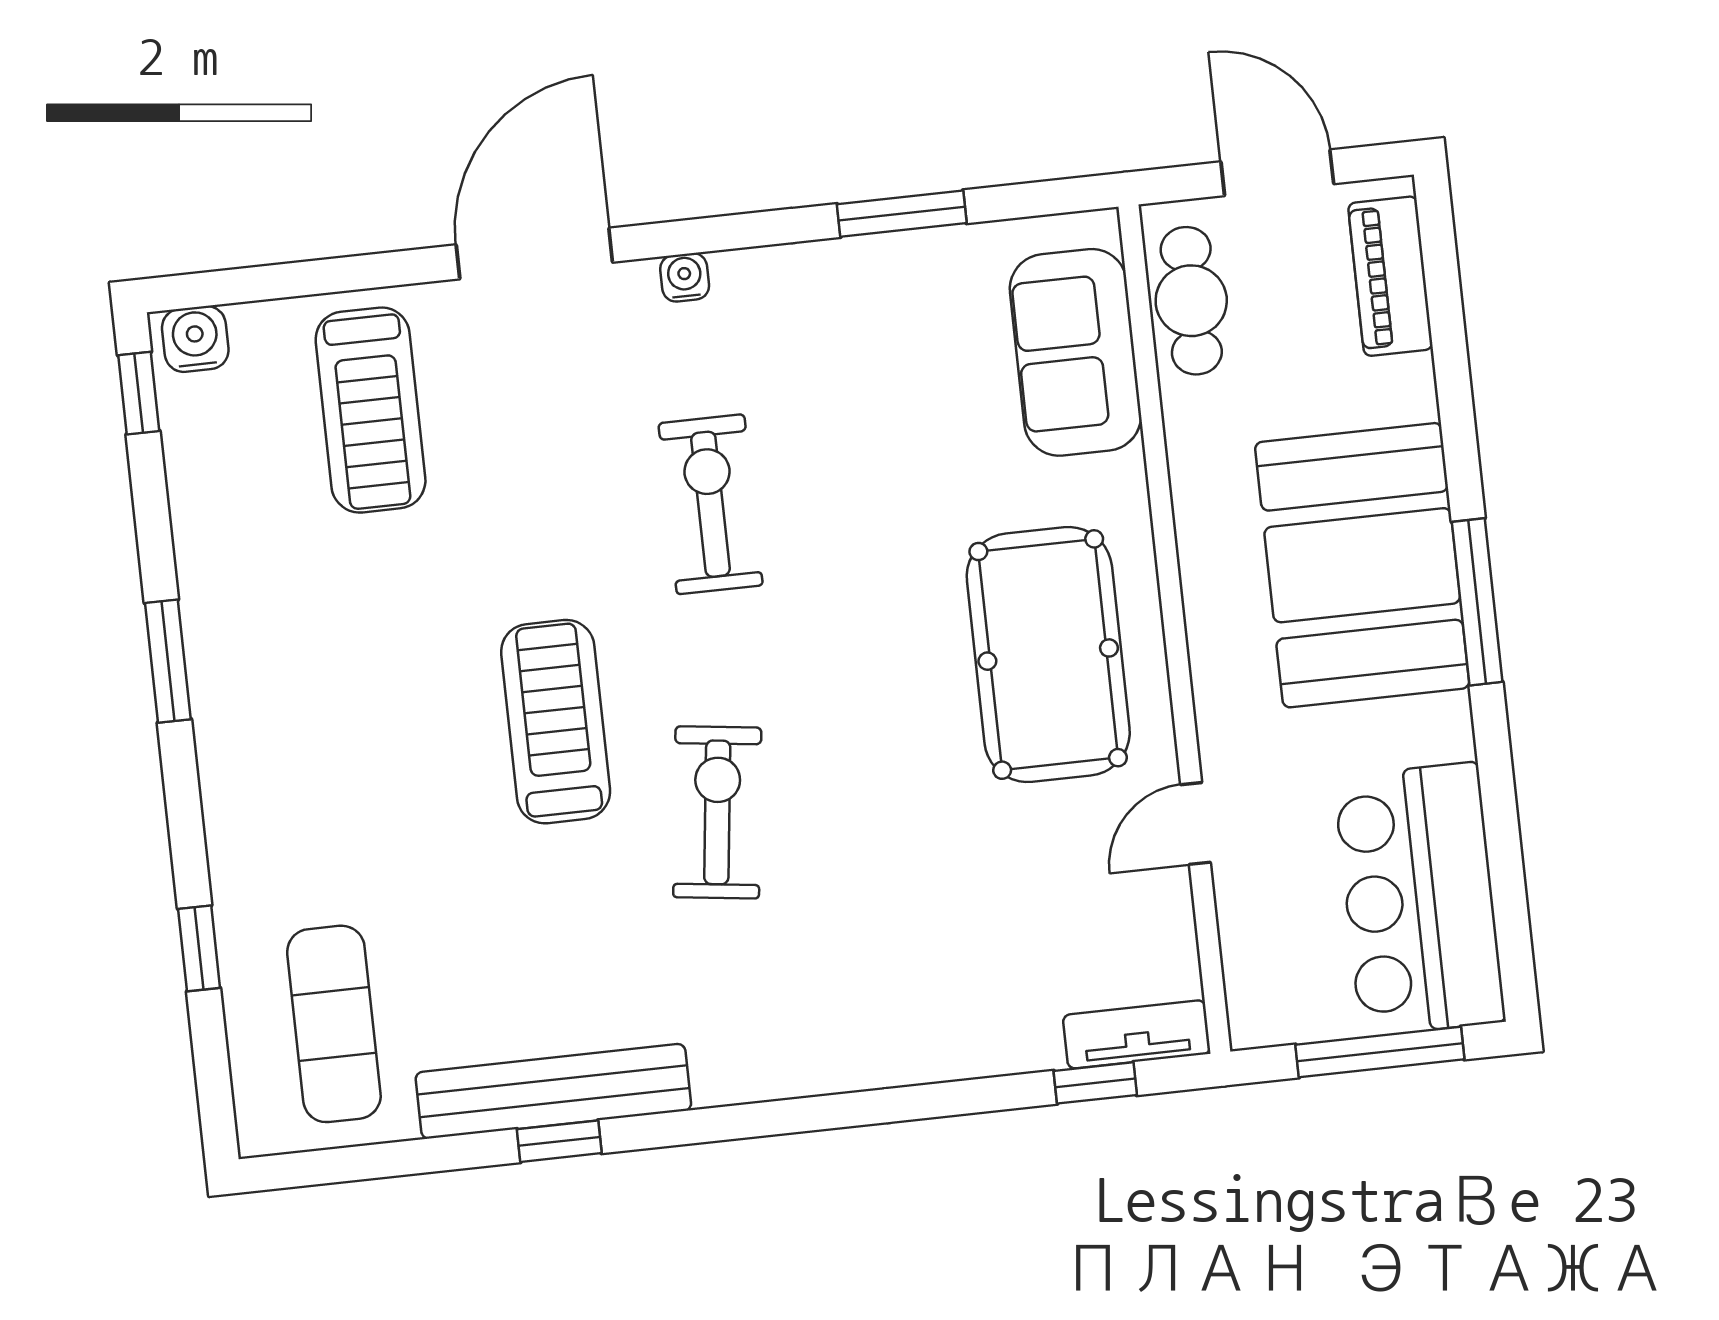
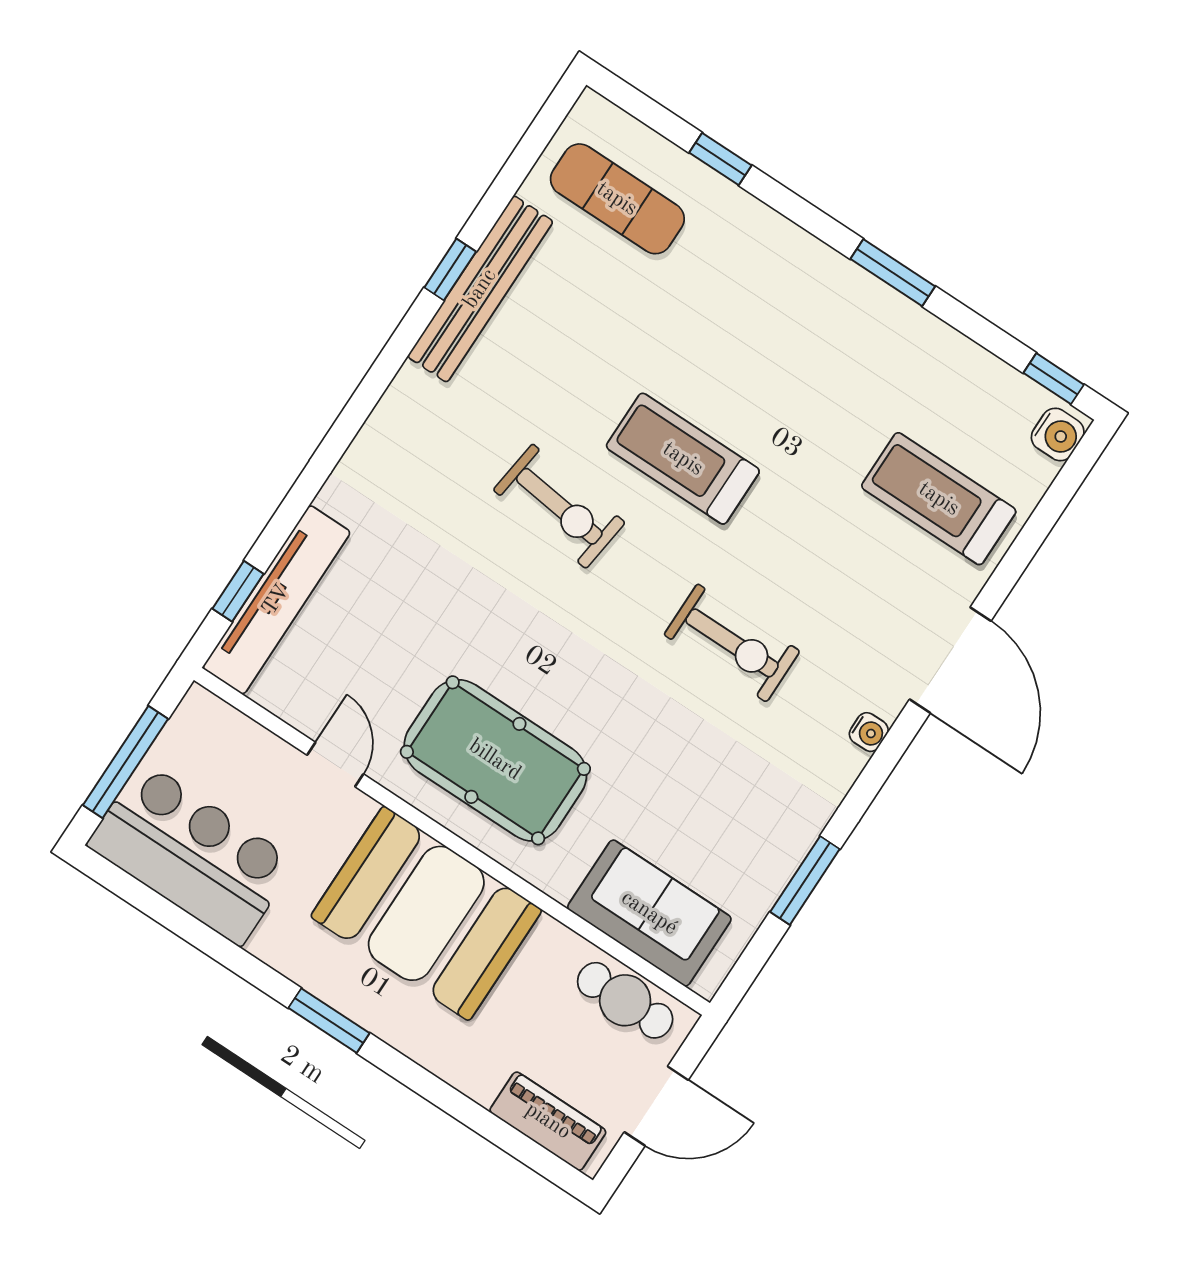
booth: (1362, 565) -> (426, 913), moved
window: (1477, 602) -> (329, 1021), width x0.69
treadmill: (556, 722) -> (683, 459), turned 180
tv unit: (1137, 1034) -> (276, 600), width x1.92, depth x1.29

